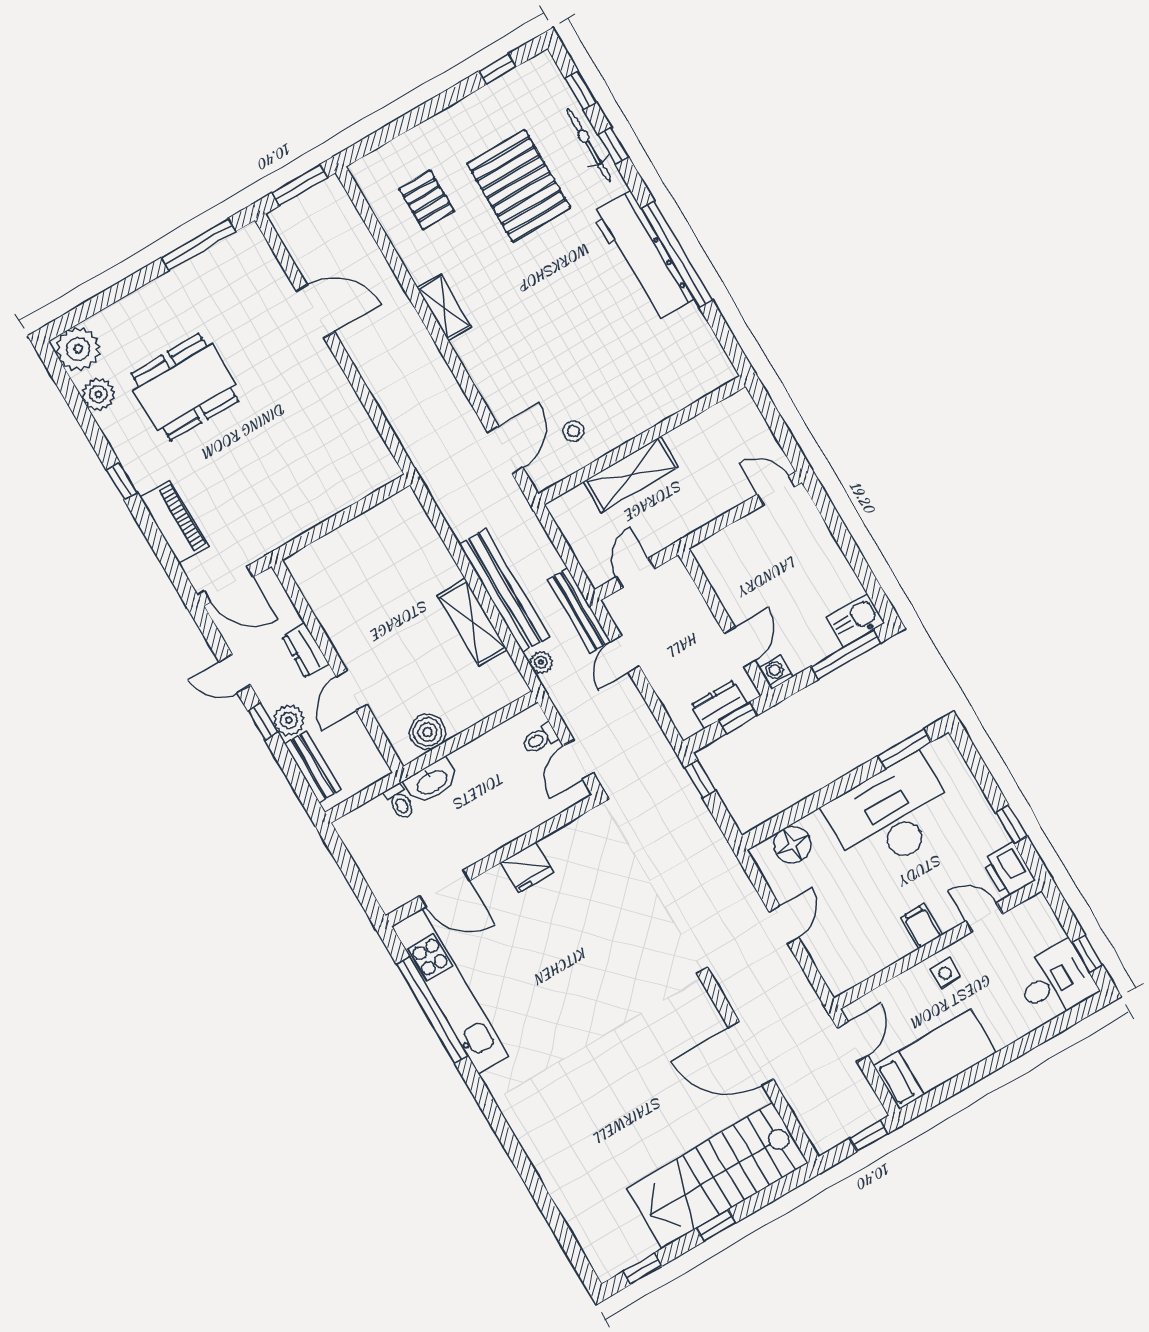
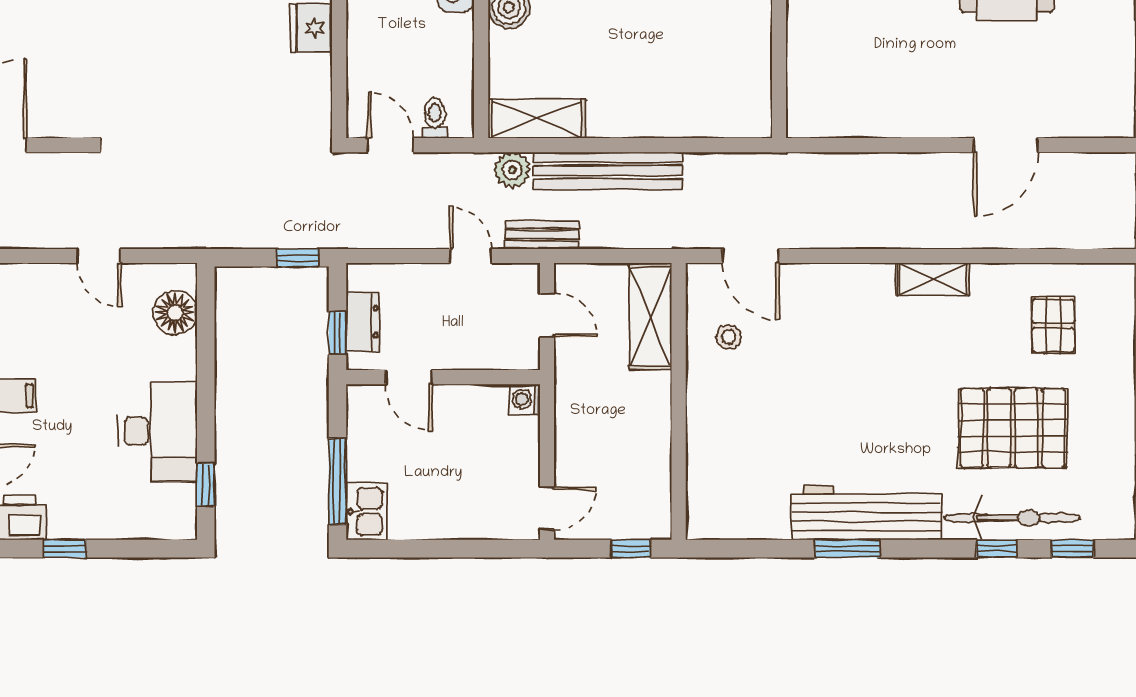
bicycle: (589, 145) -> (1012, 518), width x1.37, depth x1.40
pallet: (427, 200) -> (1053, 325), turned 90
window: (677, 254) -> (847, 549), width x0.47
window: (770, 412) -> (631, 549), added
shelving: (631, 474) -> (650, 317), moved
bench: (579, 611) -> (542, 235), width x0.73
shelving: (472, 622) -> (537, 119), moved
plant: (541, 662) -> (512, 170), width x1.38, depth x1.38
washing machine: (776, 672) -> (525, 399), moved, turned 180
window: (905, 749) -> (206, 485), width x0.67
desk: (891, 815) -> (158, 431), width x0.73, depth x0.77

